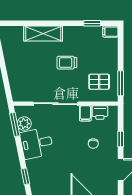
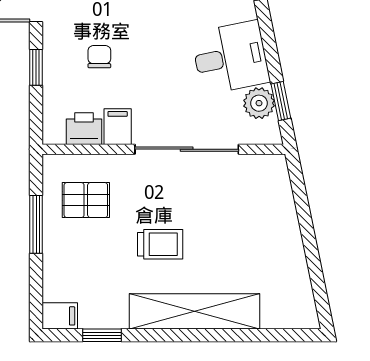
shelving: (43, 34) -> (194, 311), width x1.47
window: (121, 83) -> (36, 224), moved
window: (15, 124) -> (281, 101), width x0.67

